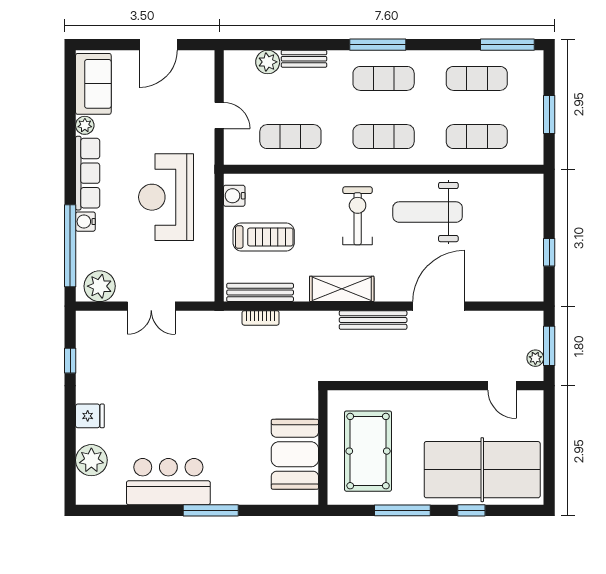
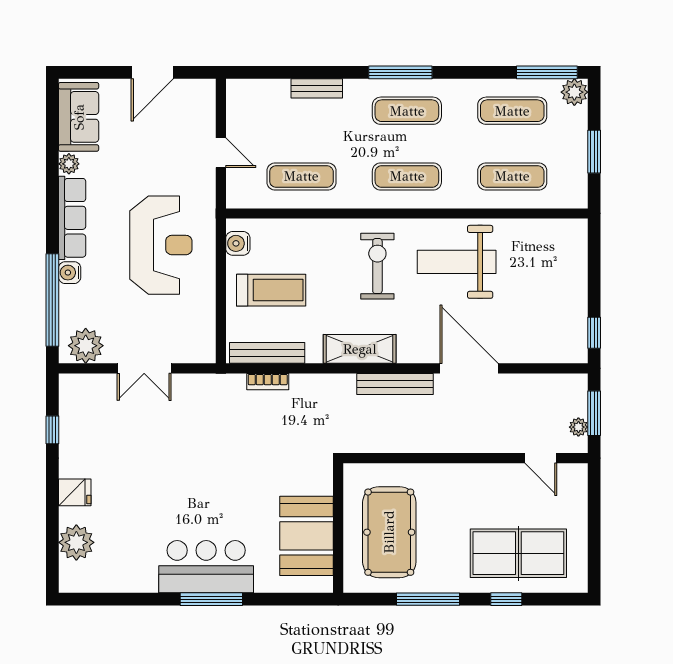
plant: (268, 62) -> (574, 92), moved
reception desk: (166, 197) -> (161, 245), turned 180
window: (549, 252) -> (594, 333), moved
door: (439, 306) -> (469, 368), hinge flipped
table tennis table: (482, 470) -> (518, 553), width x0.73, depth x0.76
bar counter: (168, 482) -> (206, 567), moved

